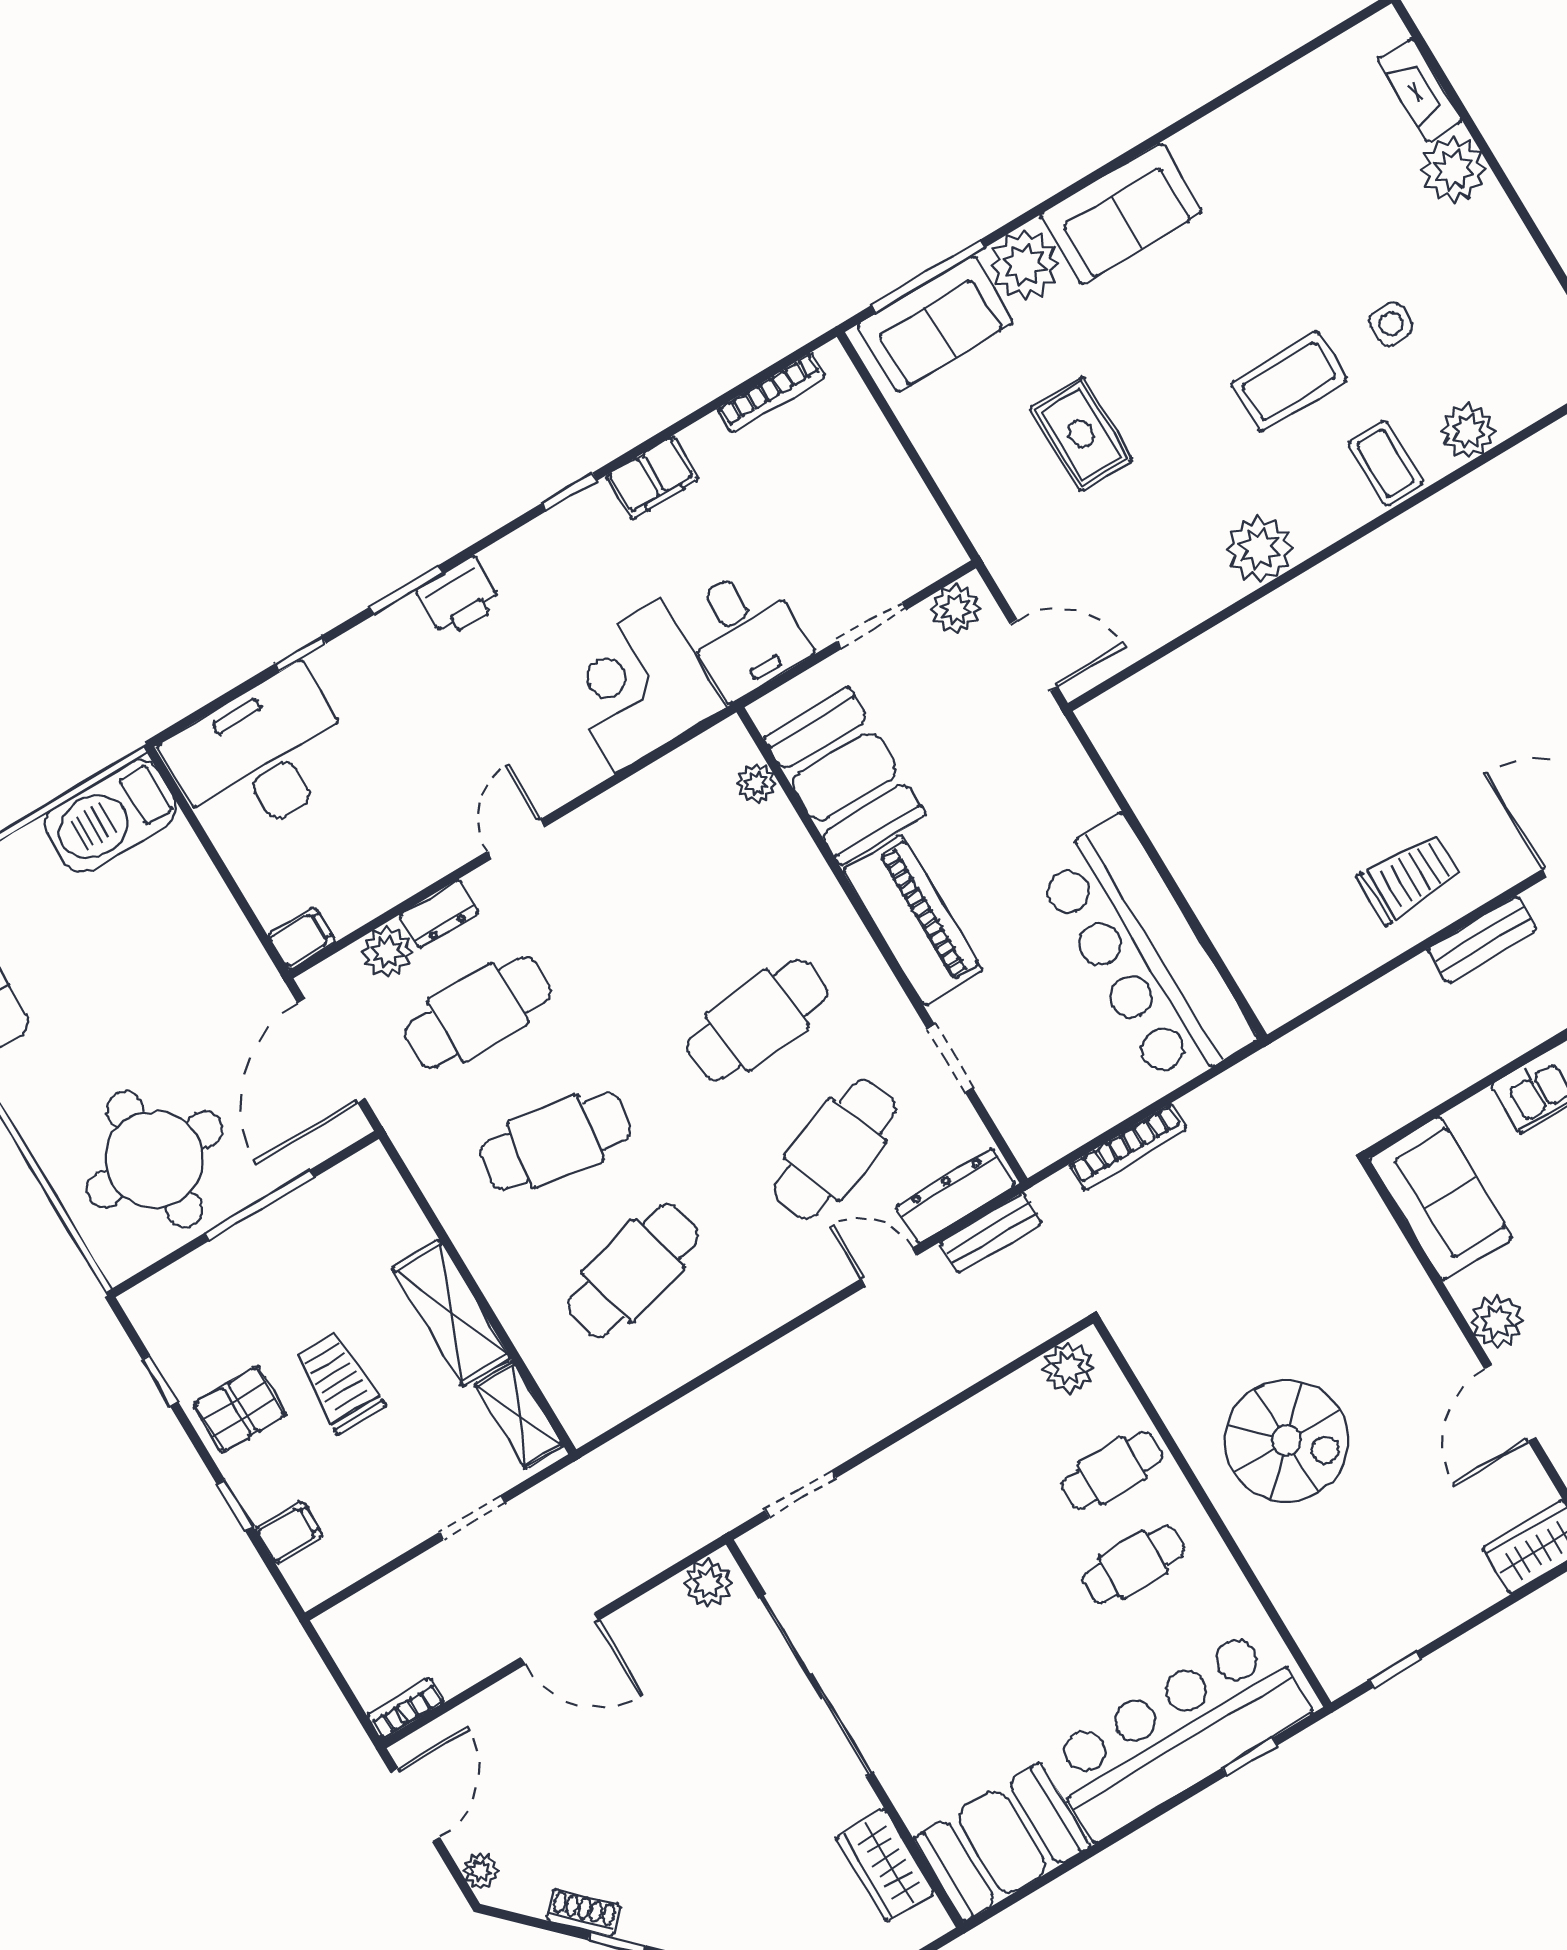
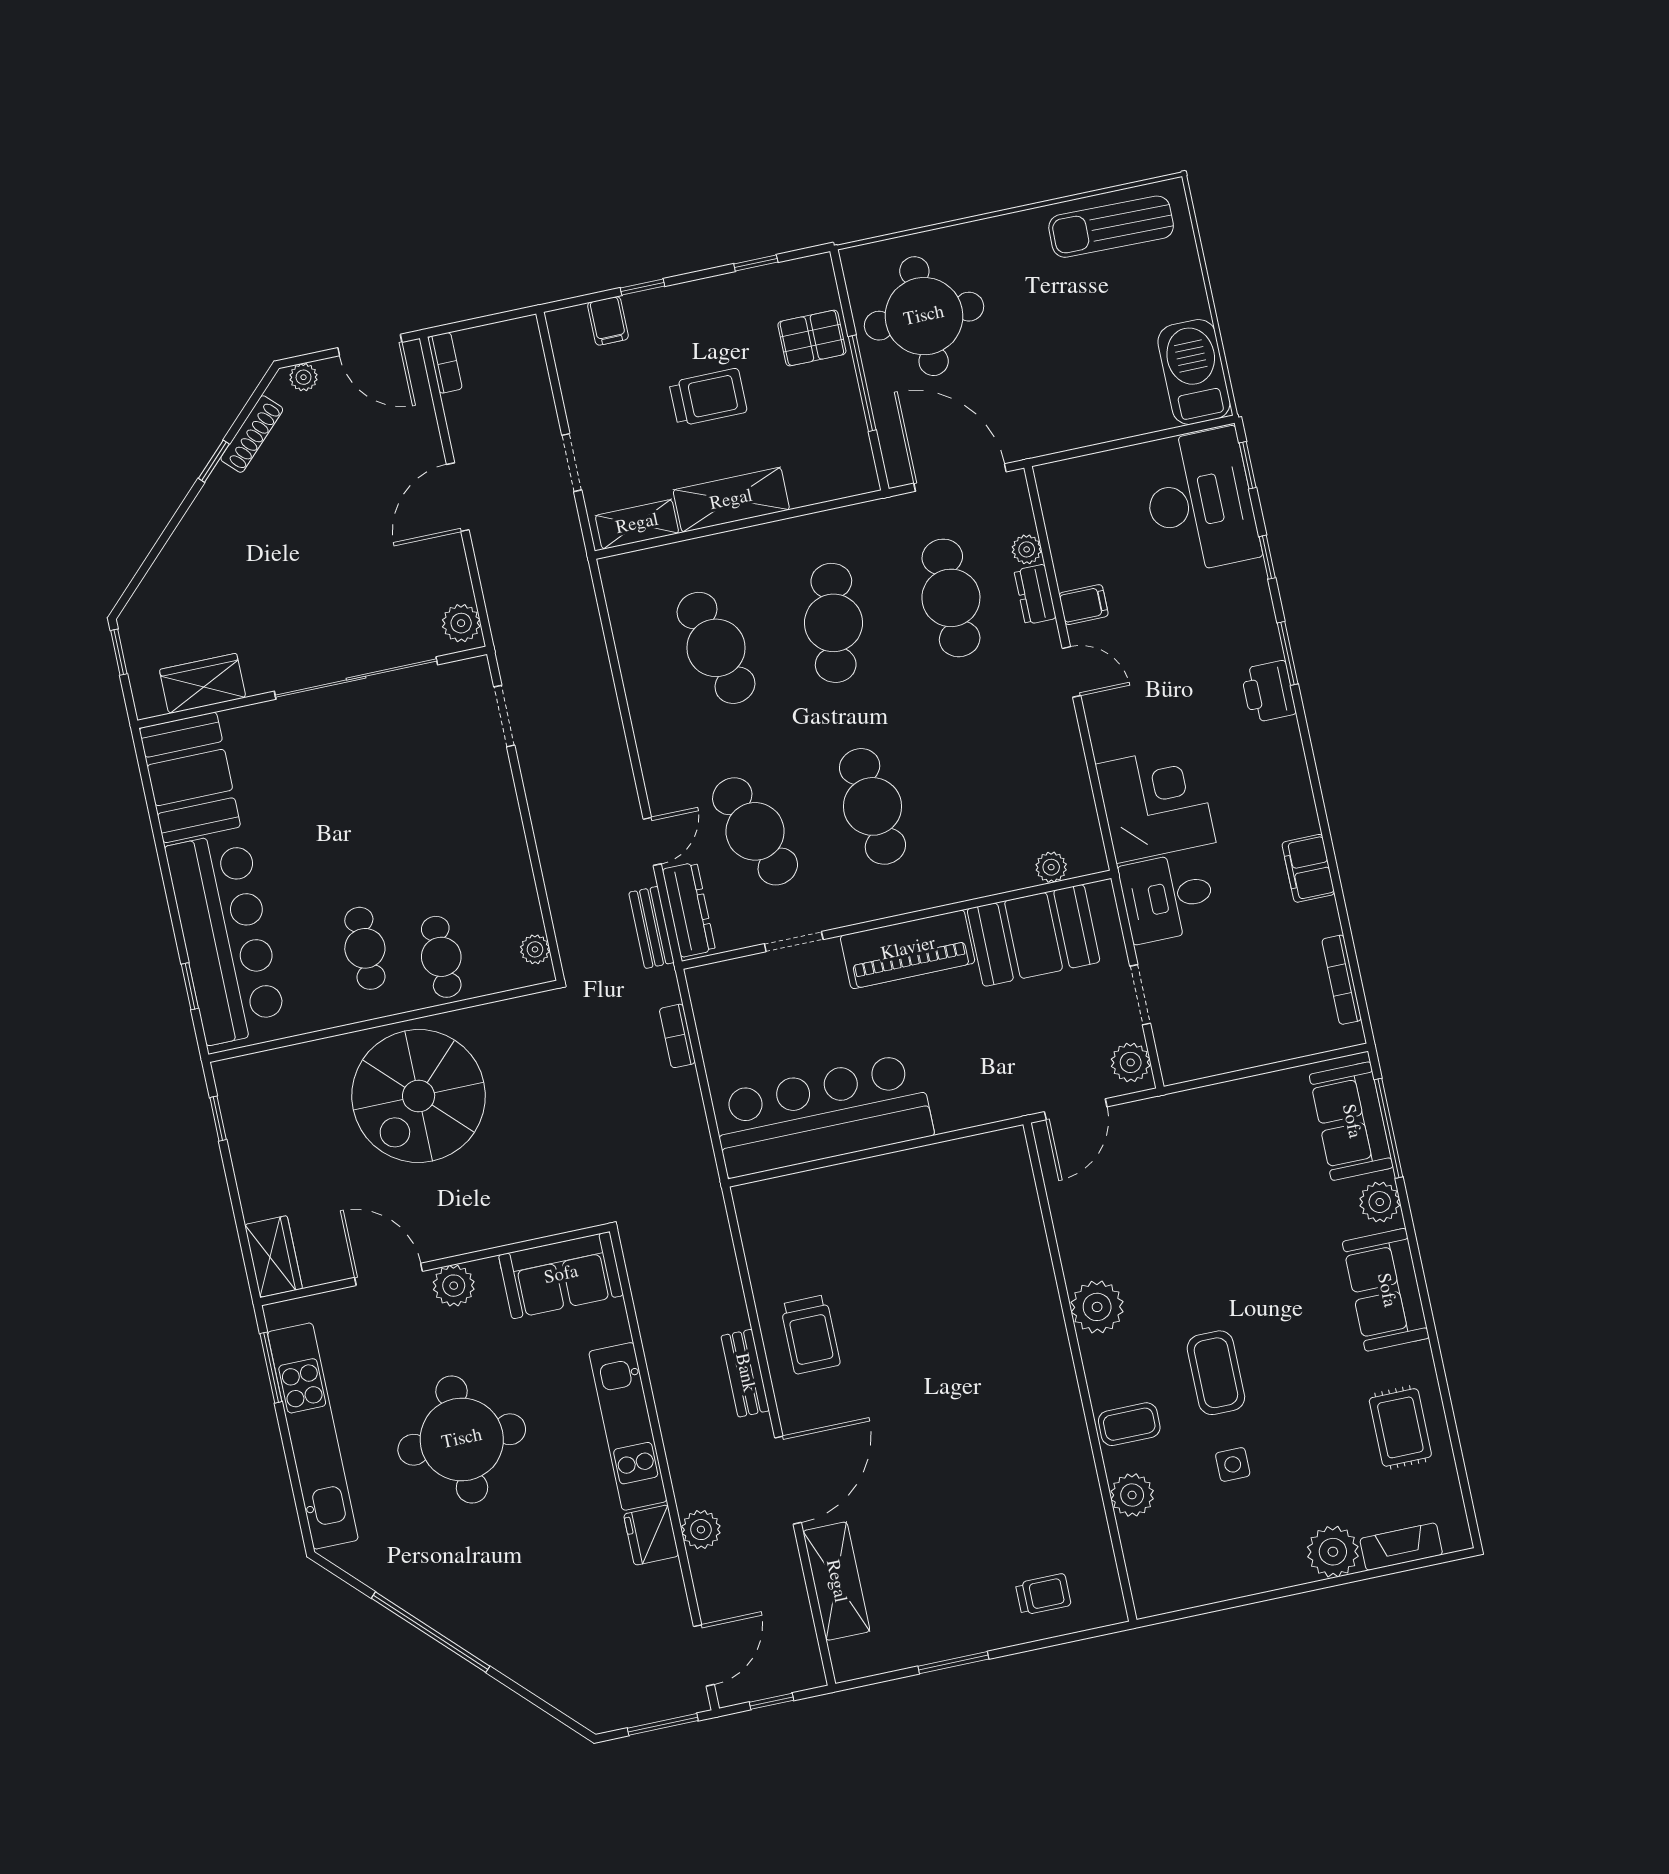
plant: (1024, 265) -> (1380, 1202), width x0.73, depth x0.73
rug: (1081, 434) -> (1400, 1427), moved, turned 90
window: (569, 492) -> (1248, 465), moved
filing cabinet: (302, 938) -> (1084, 605), moved, turned -90
plant: (387, 952) -> (1027, 549), width x0.73, depth x0.73
bookcase: (1128, 1147) -> (677, 1036), width x0.64
plant: (1068, 1368) -> (535, 949), width x0.73, depth x0.73
pallet: (240, 1409) -> (812, 338), moved, turned 90
spiral stairs: (1286, 1441) -> (419, 1096), width x1.37, depth x1.37
shoe rack: (583, 1912) -> (252, 434), width x1.43

